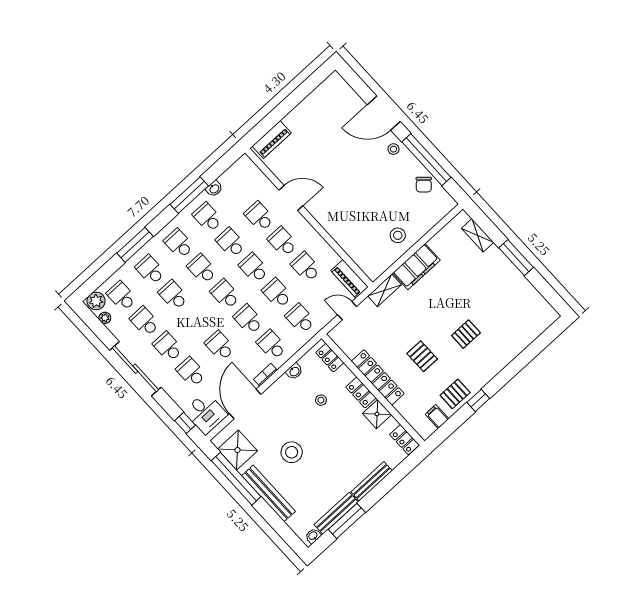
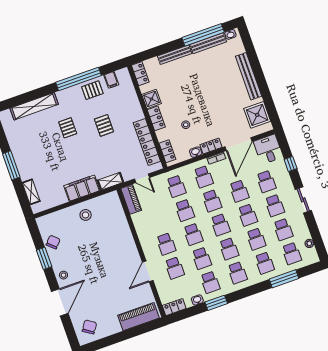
chair: (334, 98) -> (89, 327), added
door: (384, 113) -> (60, 302), hinge flipped
piano: (272, 140) -> (138, 317), width x1.37, depth x1.33
window: (426, 160) -> (44, 258), width x0.47
locker: (239, 168) -> (174, 307), added
window: (189, 195) -> (216, 303), width x0.69
door: (291, 198) -> (148, 271), hinge flipped
window: (135, 245) -> (284, 279), moved
school desk: (306, 267) -> (248, 215), moved
plant: (96, 301) -> (310, 258), removed
pallet: (466, 334) -> (68, 128), turned 90
shelving: (519, 343) -> (34, 106), added
sliding door: (135, 369) -> (303, 200), width x0.54
locker: (378, 377) -> (147, 142), moved
locker: (278, 387) -> (211, 146), added
window: (478, 400) -> (78, 79), width x3.17
window: (185, 423) -> (291, 164), moved
stool: (292, 452) -> (221, 98), removed
window: (236, 479) -> (266, 96), removed
window: (347, 521) -> (203, 35), width x1.46

